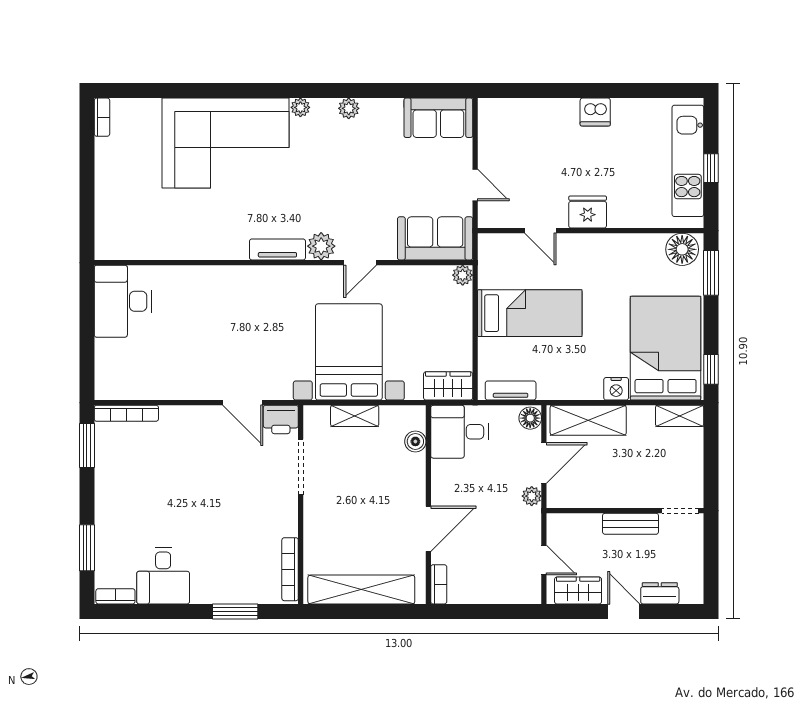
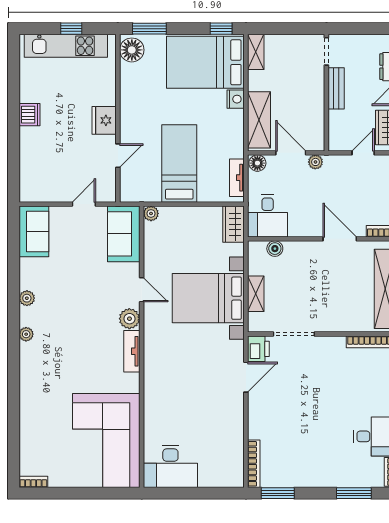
corner sofa: (226, 143) -> (106, 440), moved, turned 180

